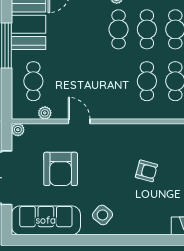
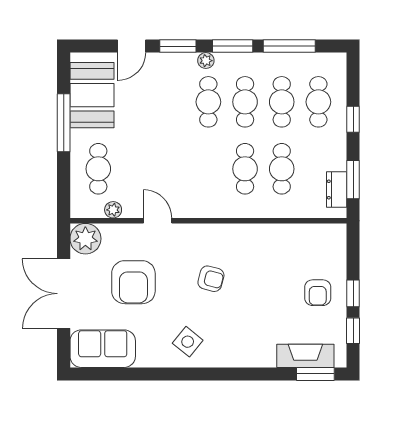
plant: (18, 130) -> (85, 239), width x1.88, depth x1.88
armchair: (146, 171) -> (211, 279), moved
sofa: (46, 220) -> (103, 349), width x0.73

